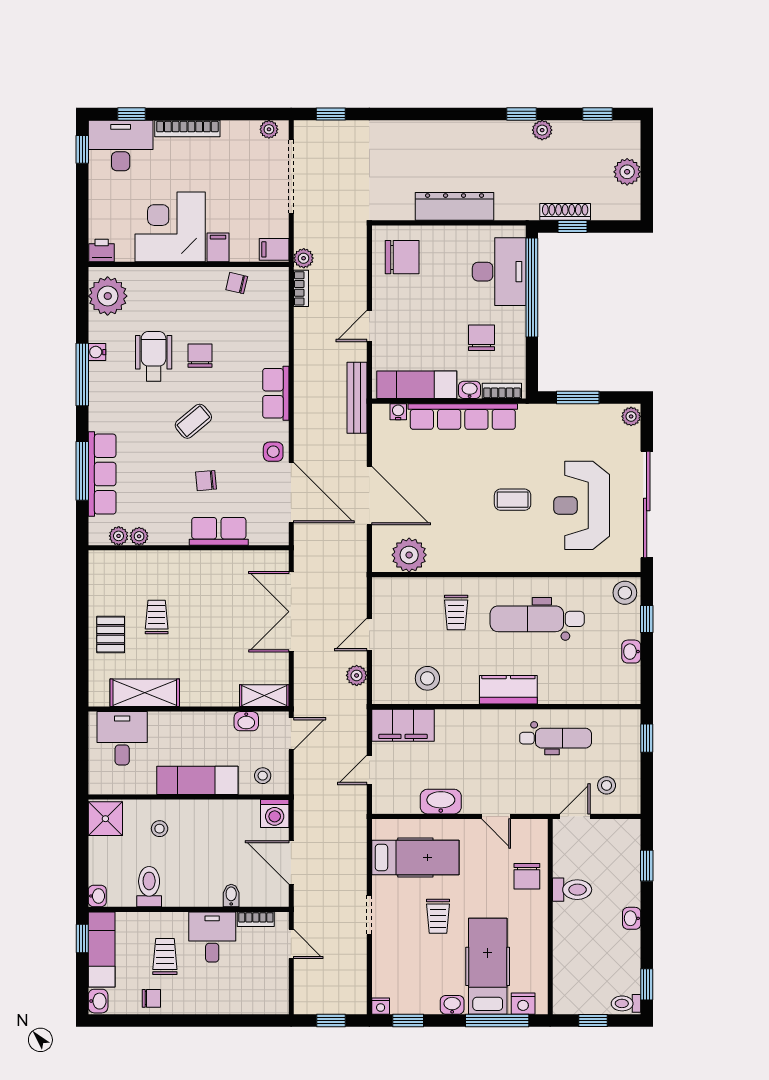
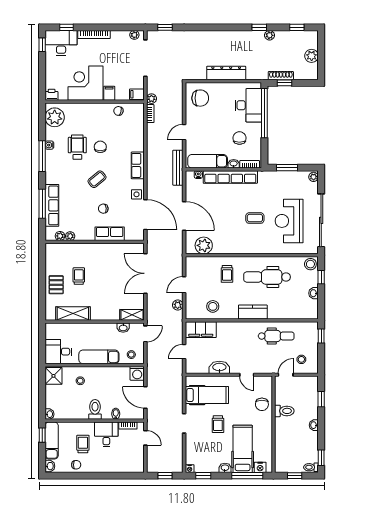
desk: (122, 738) -> (58, 352), moved, turned -90
toilet: (149, 887) -> (95, 409), moved

